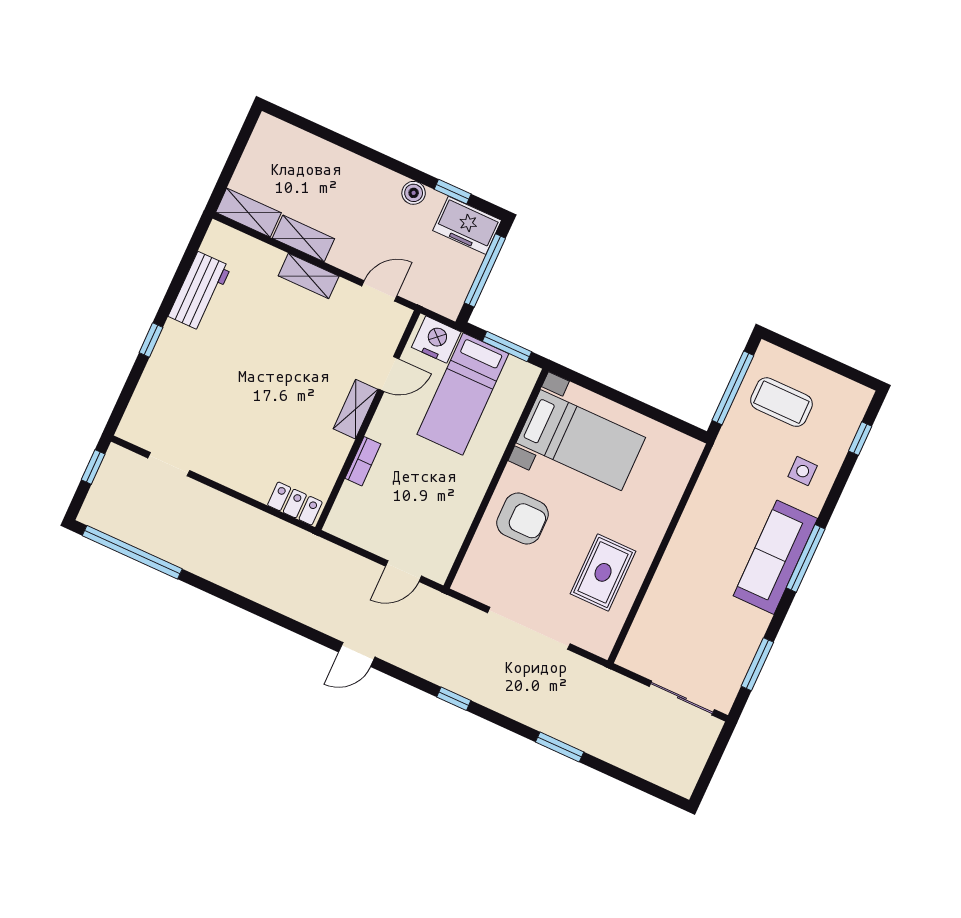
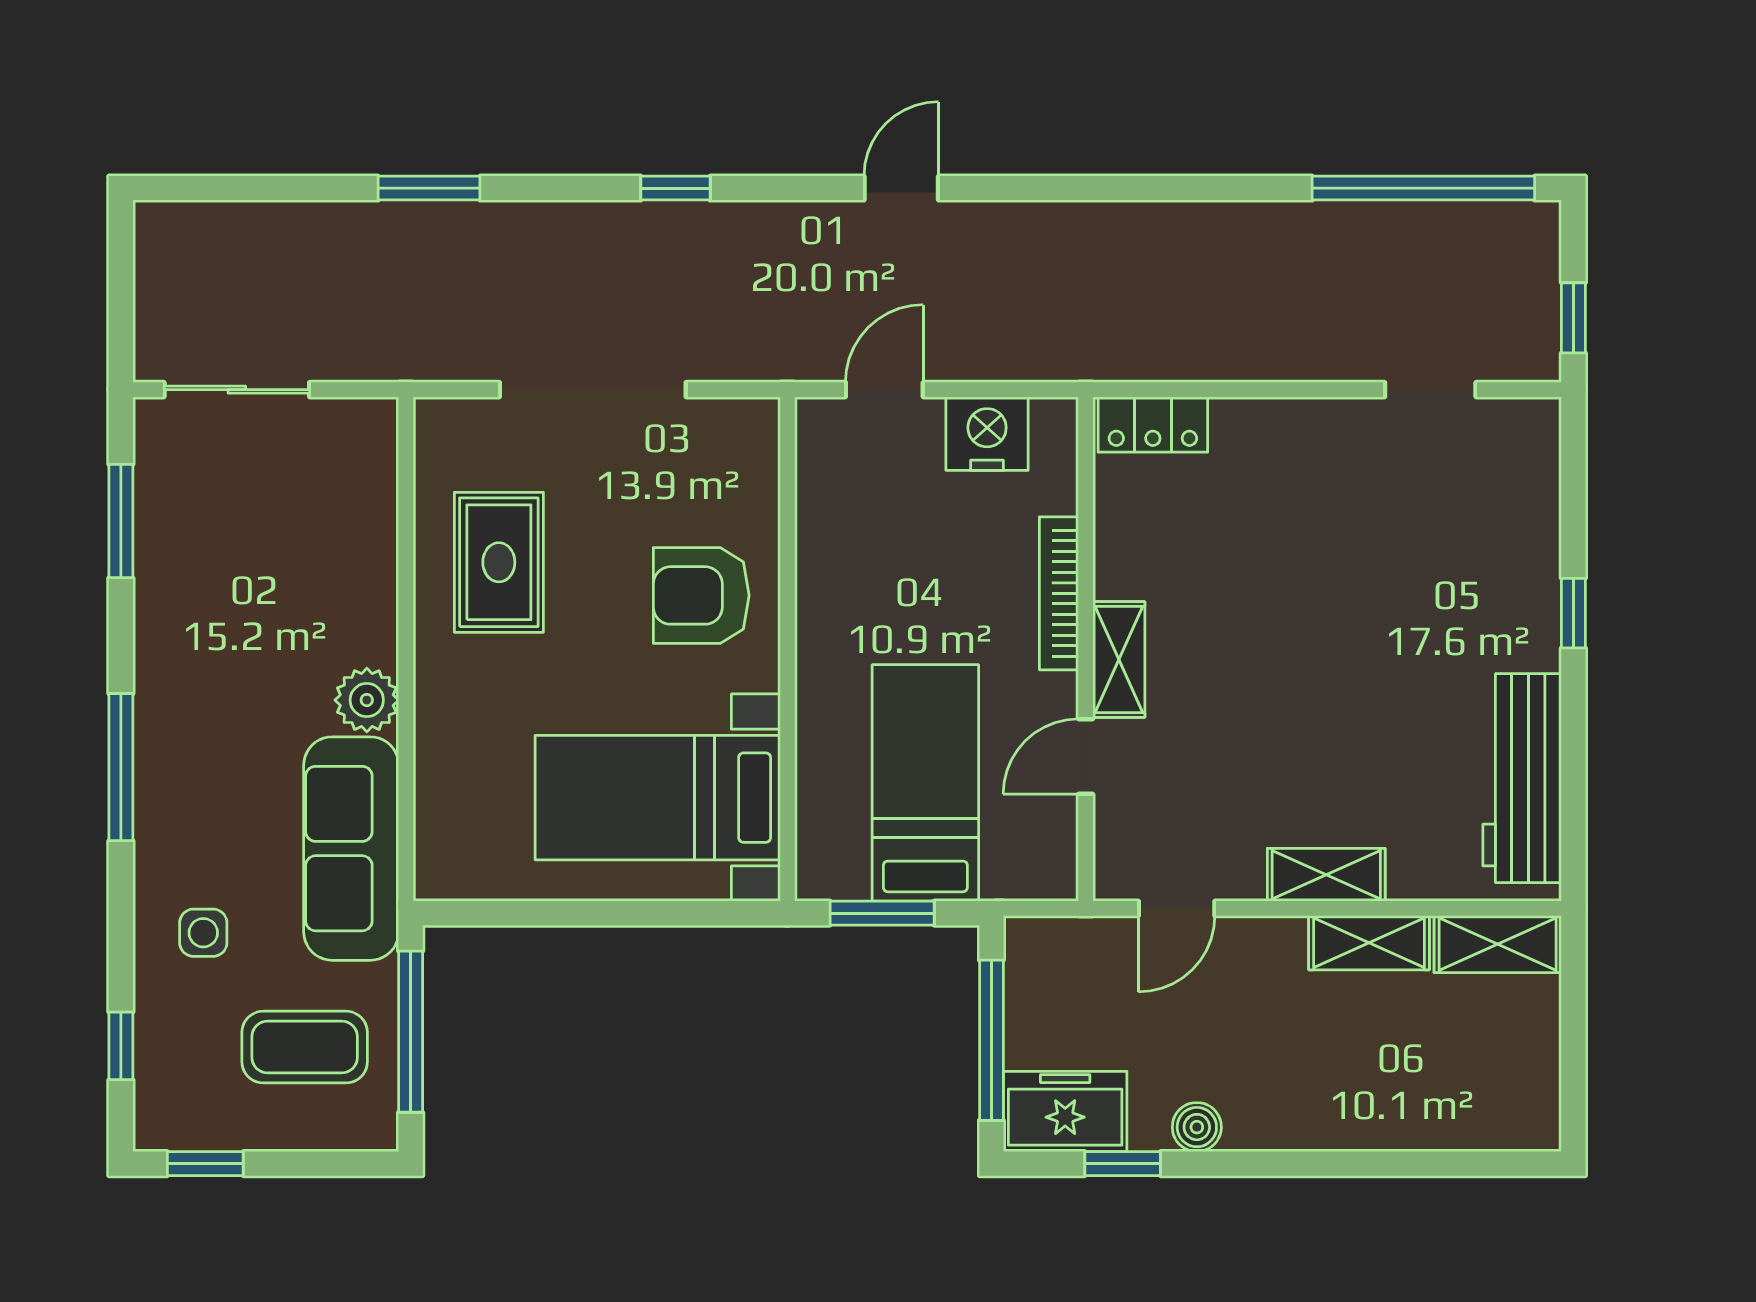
workbench: (200, 291) -> (1522, 778), width x1.38
nightstand: (436, 340) -> (987, 434), moved, turned 180
window: (847, 371) -> (205, 1164), added
bookcase: (363, 461) -> (1059, 593), width x1.56
plant: (687, 539) -> (367, 700), added
sofa: (775, 557) -> (351, 849), moved, turned 180

